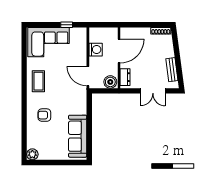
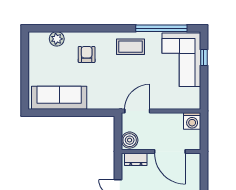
window: (67, 25) -> (204, 57), moved
washing machine: (96, 50) -> (192, 121), moved
window: (24, 57) -> (161, 28), added
plant: (32, 154) -> (57, 39), moved

